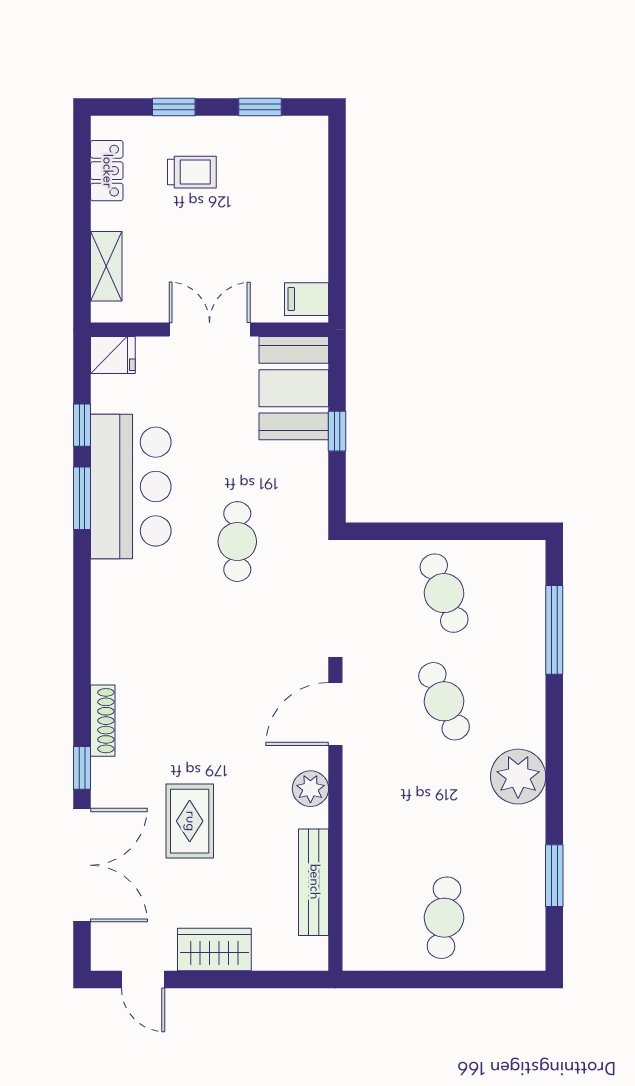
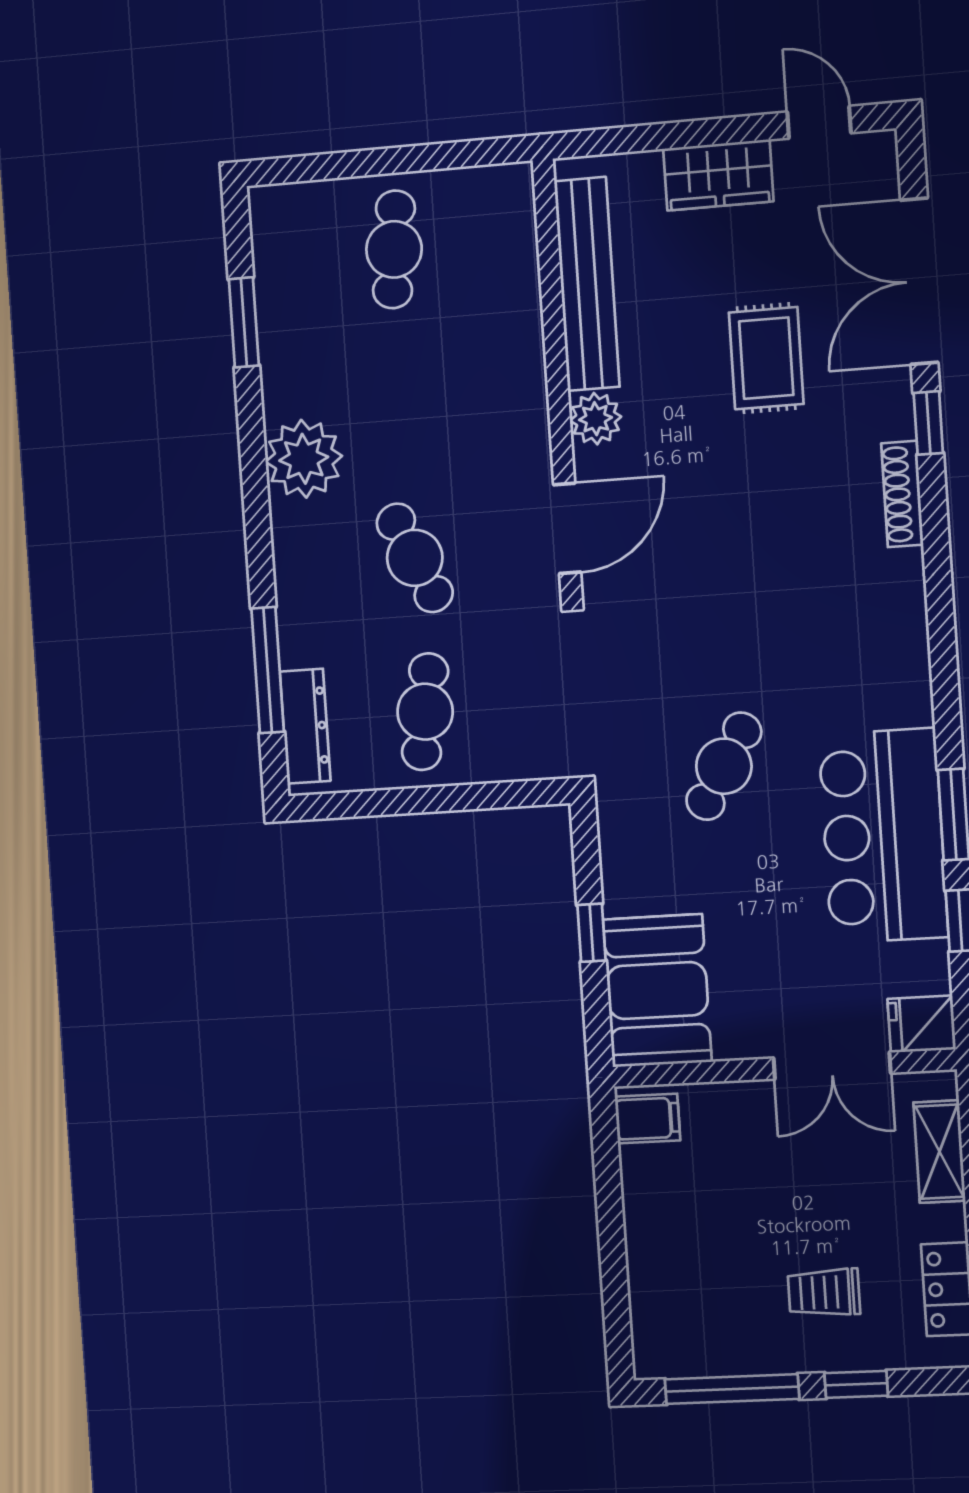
window: (260, 107) -> (732, 1389), width x2.17
double door: (210, 329) -> (832, 1066), moved
cafe table: (237, 542) -> (724, 766), turned 31
dresser: (530, 589) -> (305, 726), added
cafe table: (444, 593) -> (425, 712), turned 30
bench: (314, 882) -> (587, 284), width x1.37, depth x1.21

